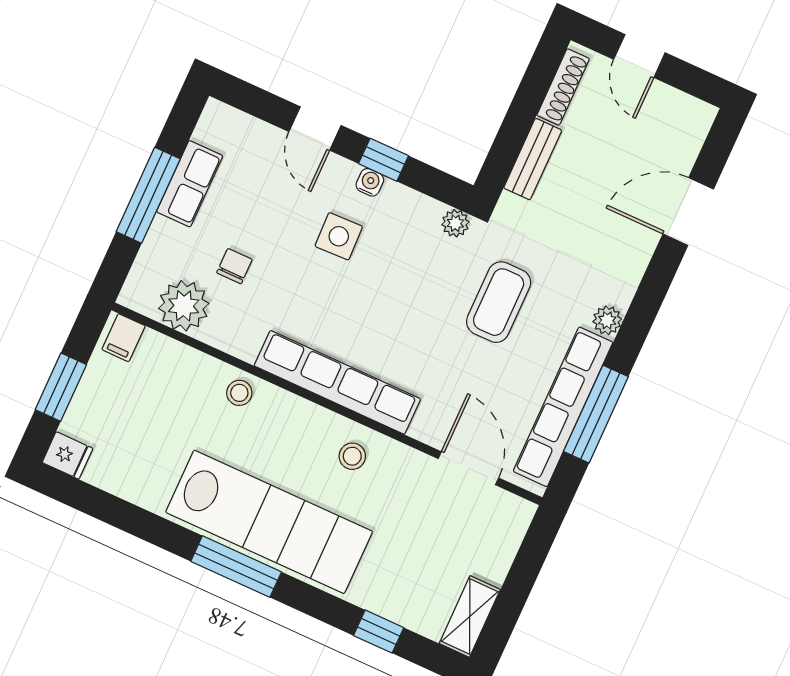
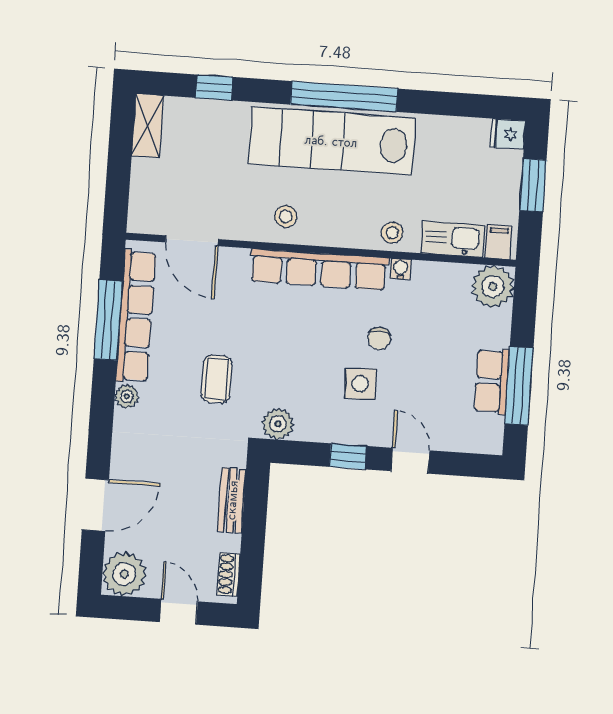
shoe rack: (563, 87) -> (228, 574), width x0.70
plant: (685, 121) -> (124, 574), added
water cooler: (370, 182) -> (400, 269), moved, turned 180
window: (148, 195) -> (519, 386), moved
plant: (455, 223) -> (278, 424), width x1.38, depth x1.38
chair: (234, 266) -> (379, 339), moved
coffee table: (499, 302) -> (217, 379), width x0.73, depth x0.77
plant: (184, 306) -> (493, 287), moved
kitchen sink: (174, 360) -> (453, 239), added
window: (236, 567) -> (344, 97), width x1.46

